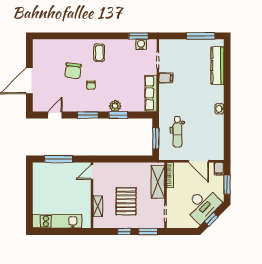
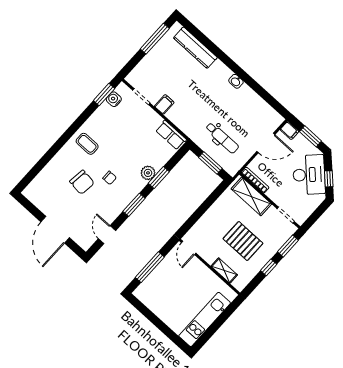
row of seats: (151, 93) -> (171, 135), width x0.68

